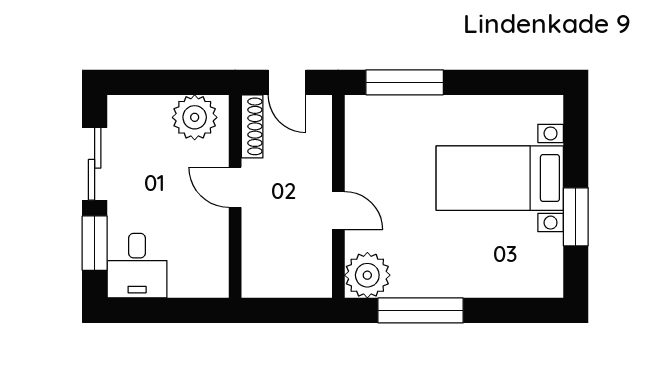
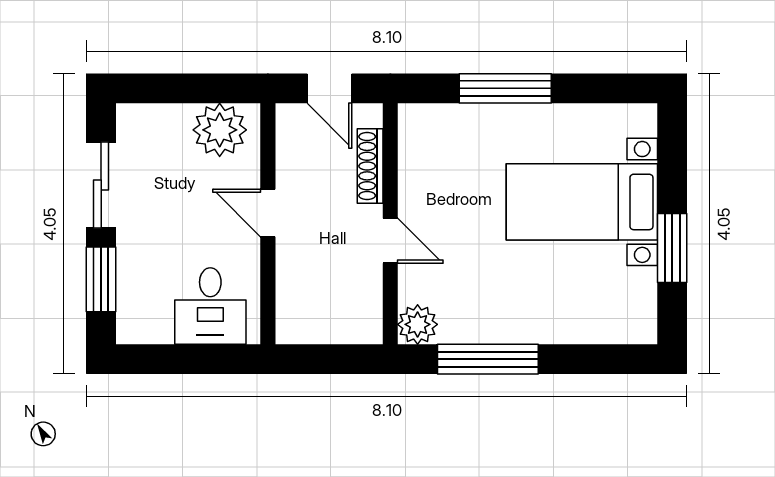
window: (405, 82) -> (505, 88), moved
shoe rack: (252, 126) -> (370, 166), moved, turned 180
desk: (137, 266) -> (210, 306), moved
plant: (367, 275) -> (418, 324), width x0.73, depth x0.73

